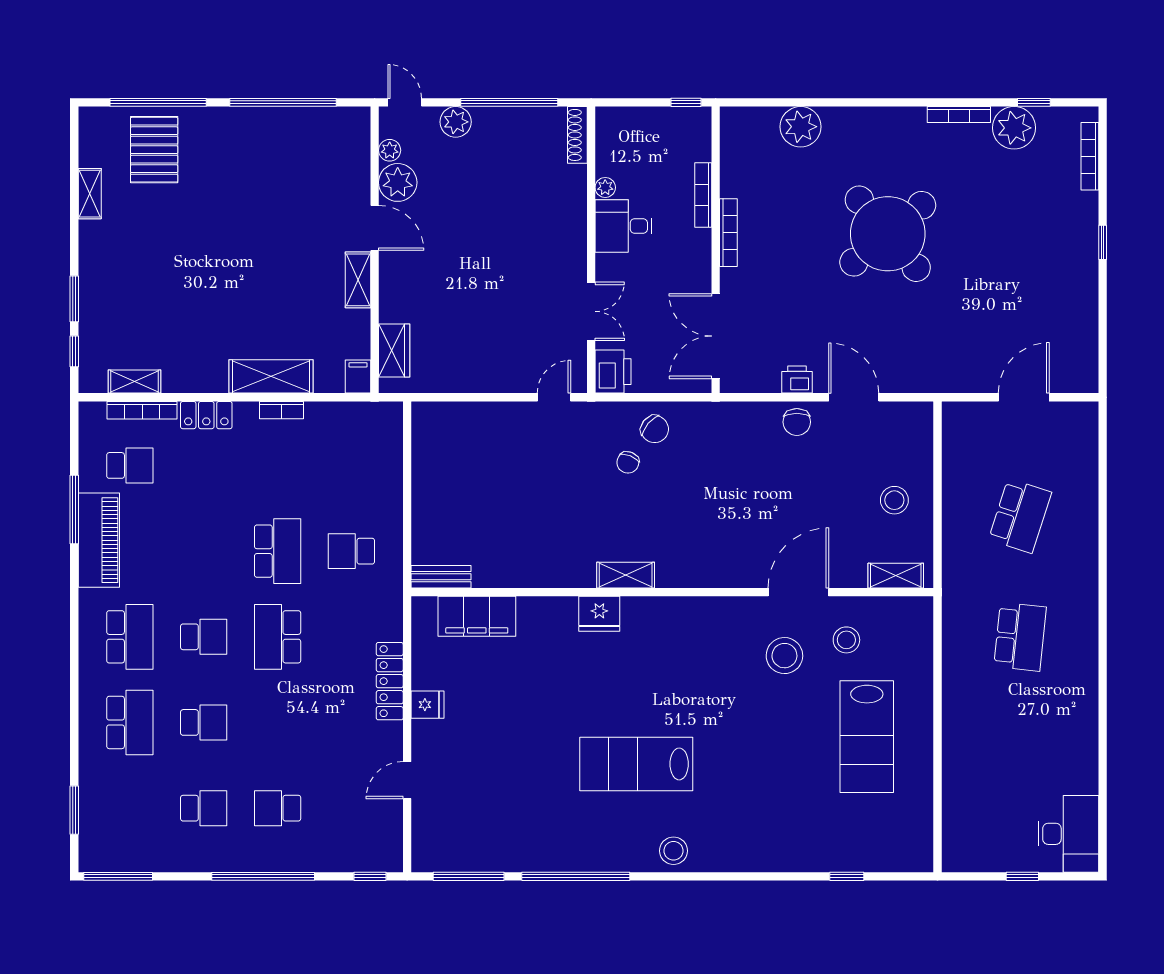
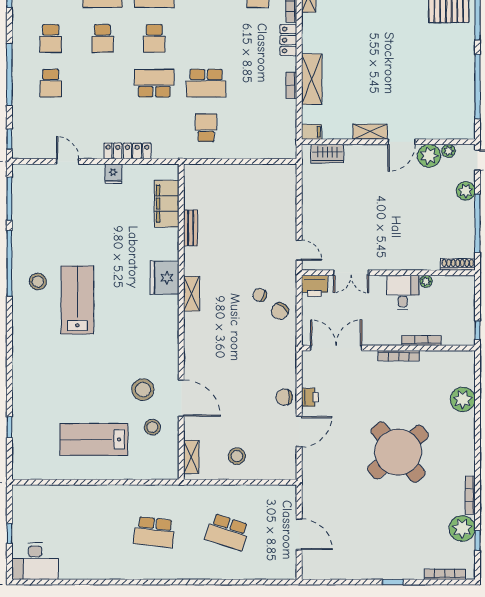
bench: (441, 577) -> (191, 228), moved
fridge: (599, 614) -> (165, 278), width x1.36, depth x1.34
school desk: (278, 808) -> (51, 83), turned 180
stool: (673, 851) -> (38, 282), moved

